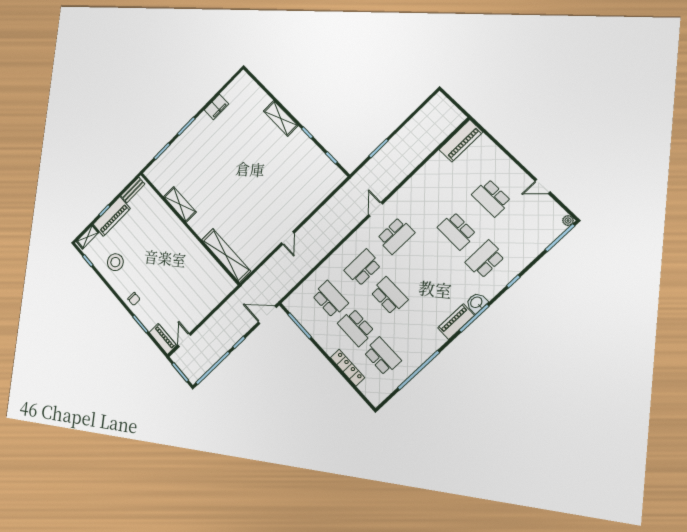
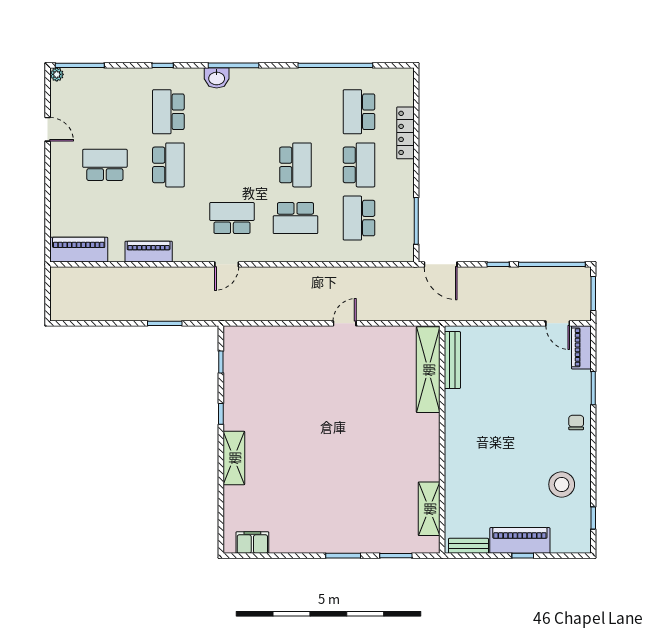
filing cabinet: (216, 107) -> (252, 543), moved
school desk: (491, 198) -> (105, 165), turned -90
shelving: (180, 204) -> (429, 509), moved
shelving: (88, 237) -> (569, 545), removed
school desk: (485, 259) -> (168, 112), turned 90
bench: (219, 272) -> (452, 360), added
school desk: (389, 296) -> (295, 165), turned 180
piano: (456, 322) -> (149, 252), moved, turned 180
door: (184, 340) -> (558, 323), hinge flipped

